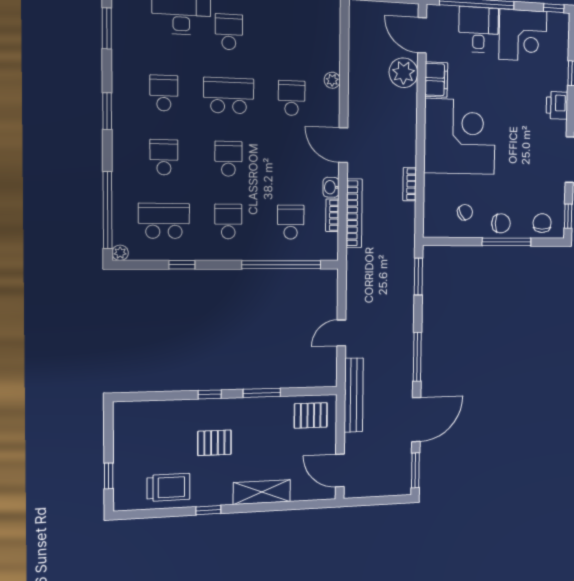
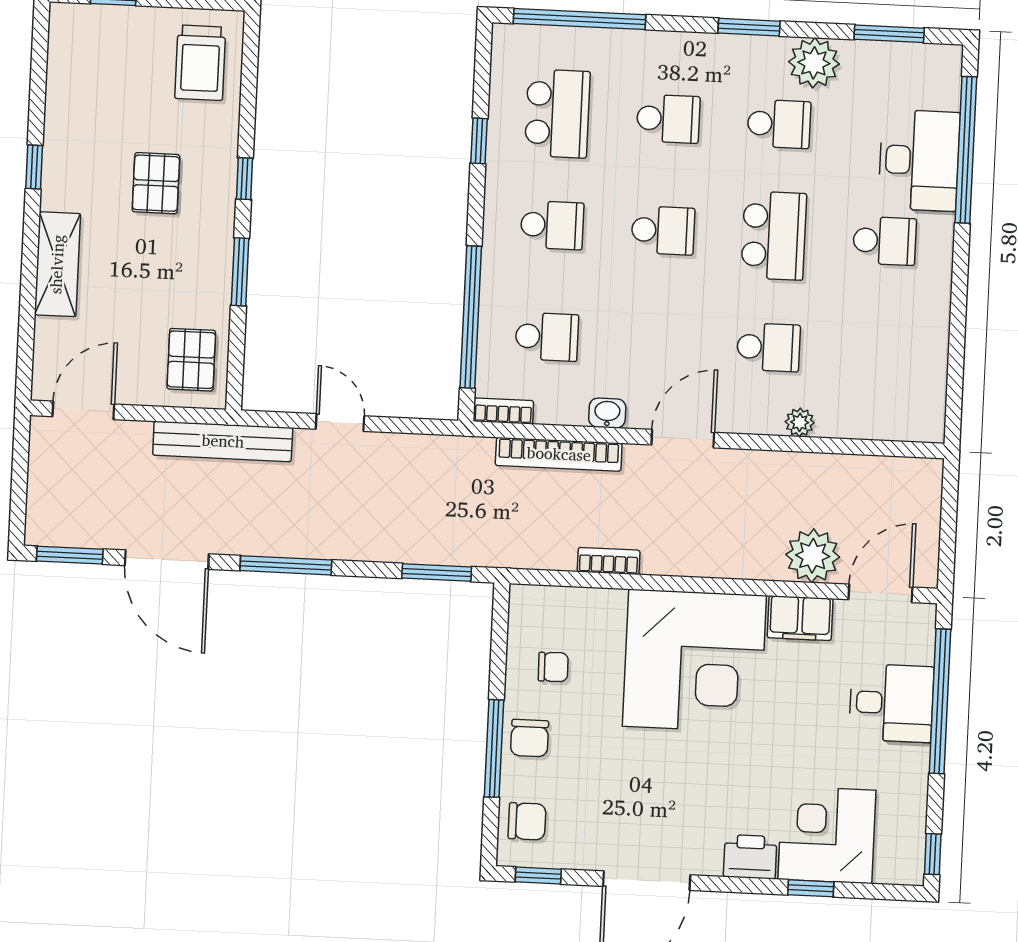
corner desk: (523, 35) -> (827, 835), moved, turned 90
chair: (465, 212) -> (553, 667), turned -62
bookcase: (332, 215) -> (503, 411), moved
plant: (120, 253) -> (814, 63), moved, width x1.87, depth x1.87
trolley: (168, 487) -> (200, 63), moved

